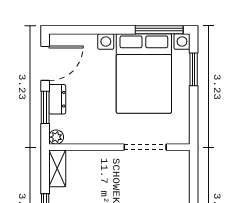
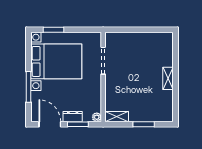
window: (159, 30) -> (28, 87), moved

